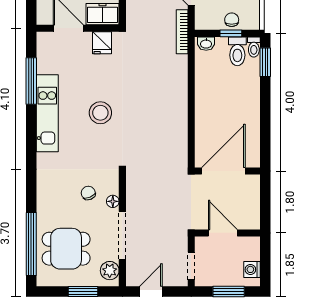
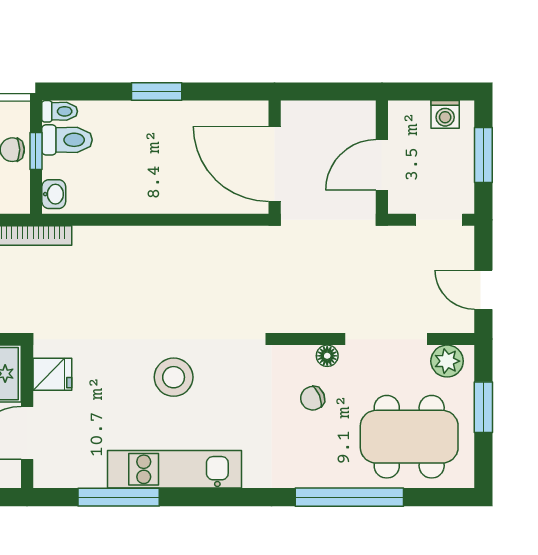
window: (265, 62) -> (157, 91), moved
window: (31, 244) -> (349, 497), moved
dining table: (66, 249) -> (409, 437), width x1.38

